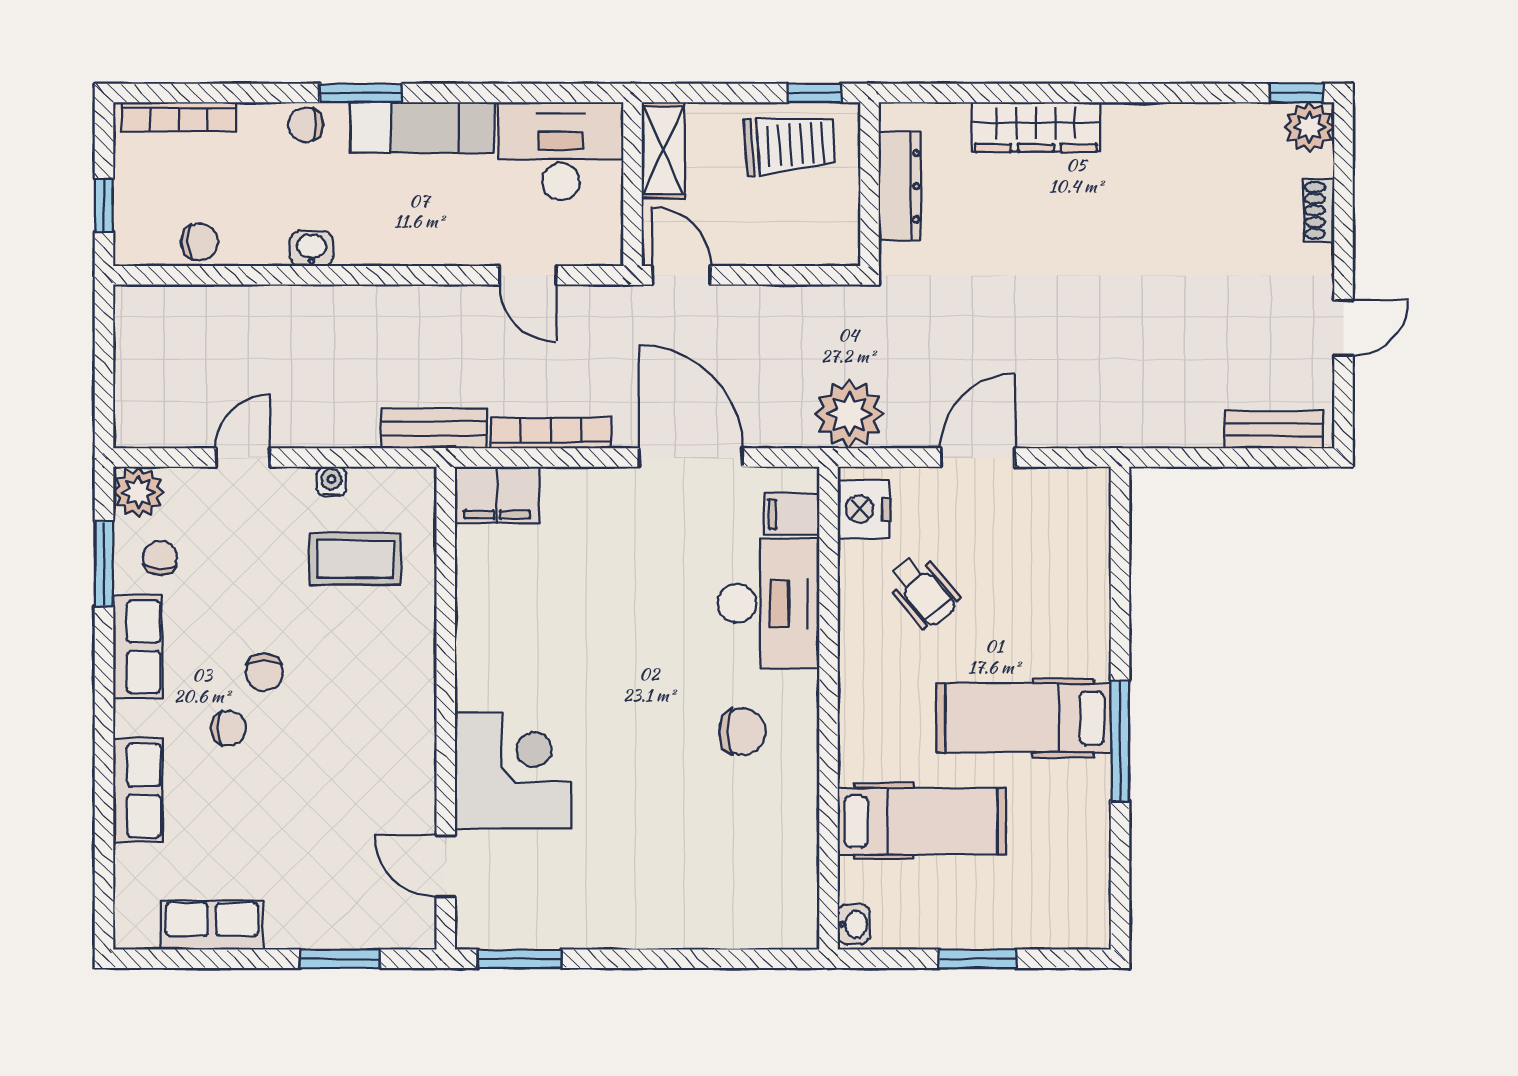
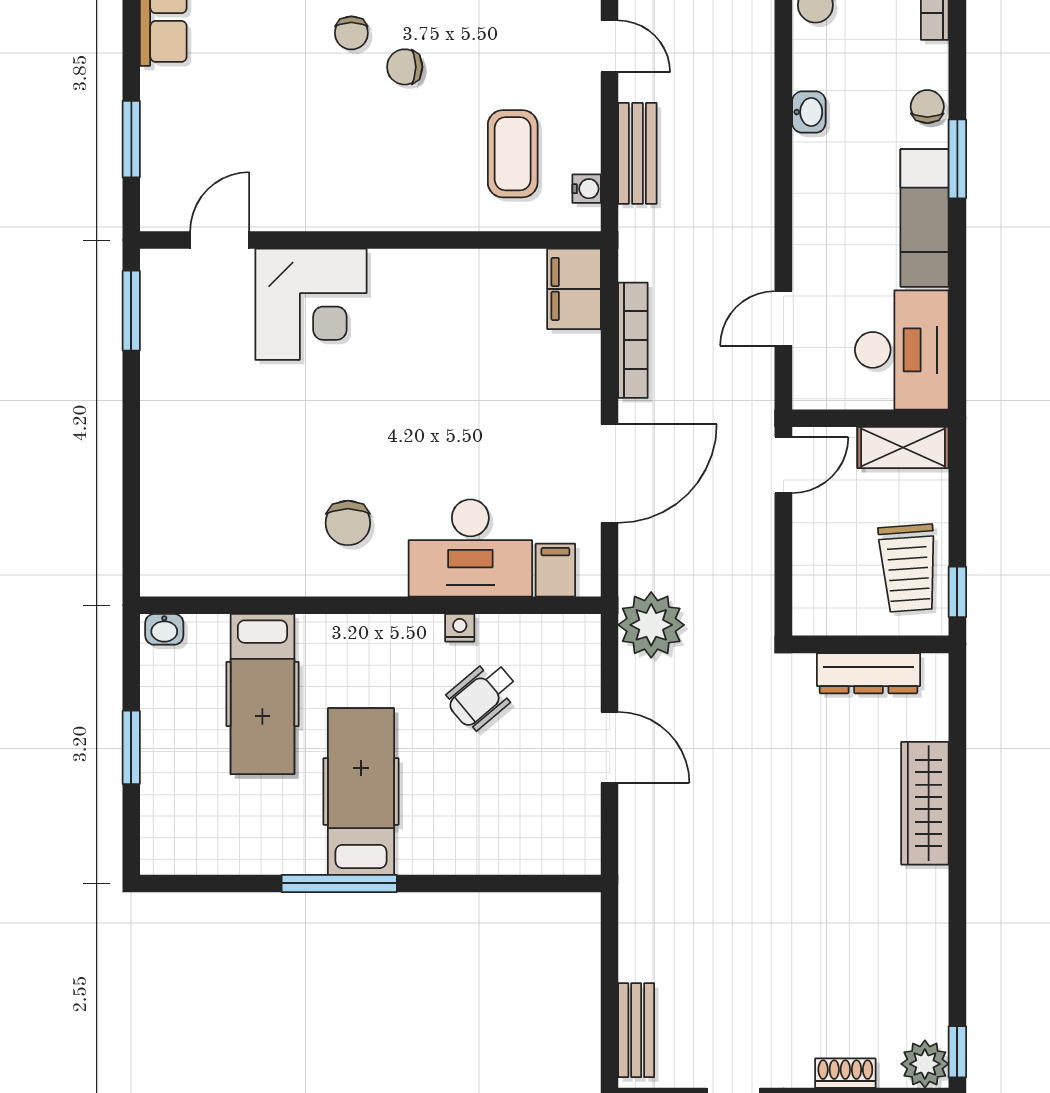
bench: (434, 428) -> (637, 153), moved
water cooler: (331, 482) -> (587, 189), moved
nightstand: (864, 509) -> (460, 628), moved, width x0.53, depth x0.56

